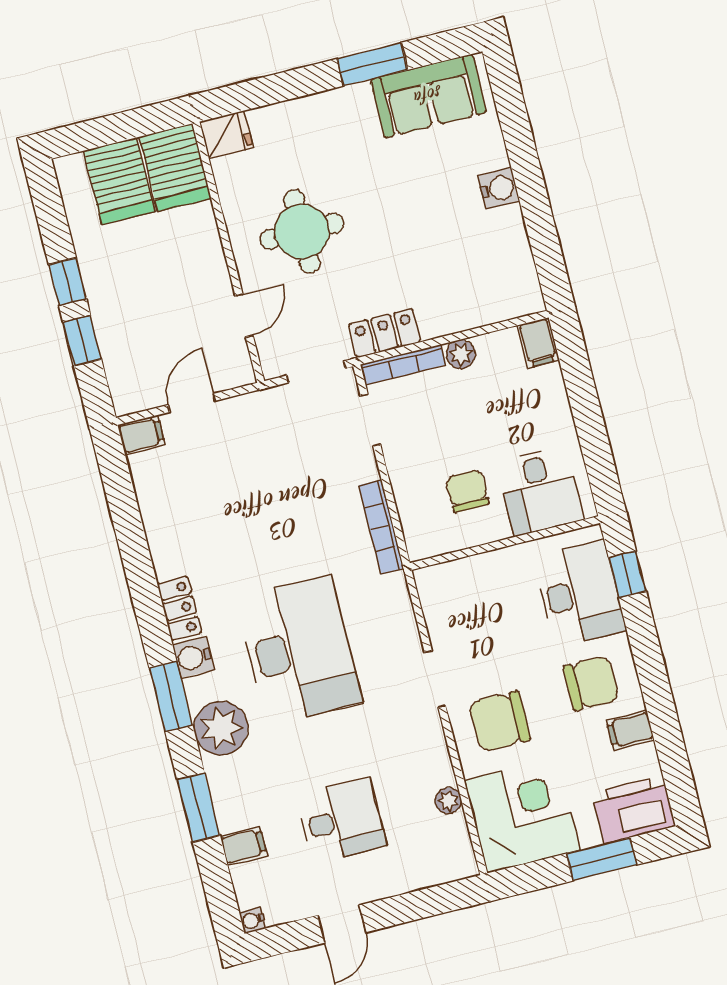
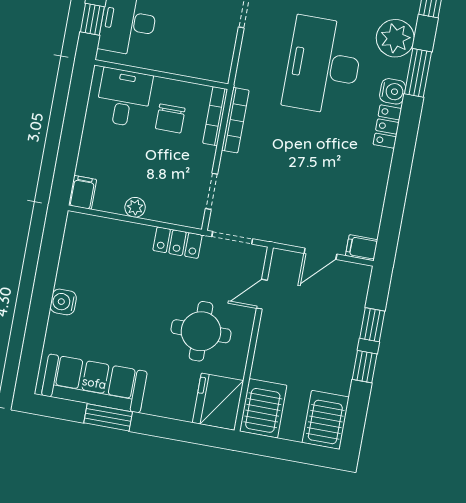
sofa: (429, 96) -> (94, 383), width x1.36
fridge: (226, 135) -> (218, 402), width x1.88, depth x1.34
server rack: (119, 181) -> (326, 420), moved
bookcase: (403, 365) -> (215, 116), moved, turned -90

